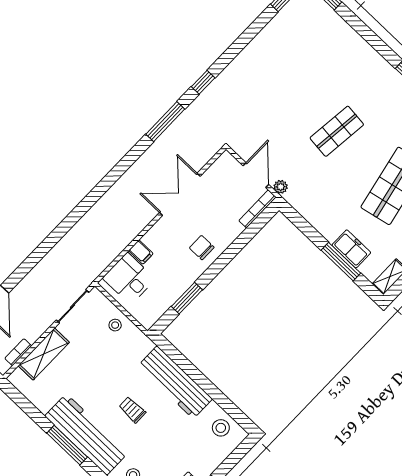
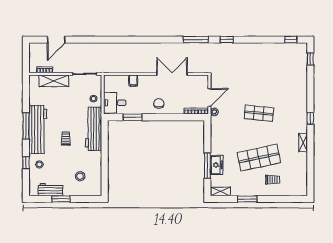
desk: (129, 279) -> (115, 103), moved, turned -90
workbench: (175, 382) -> (94, 129), moved
stool: (221, 428) -> (80, 176), moved

